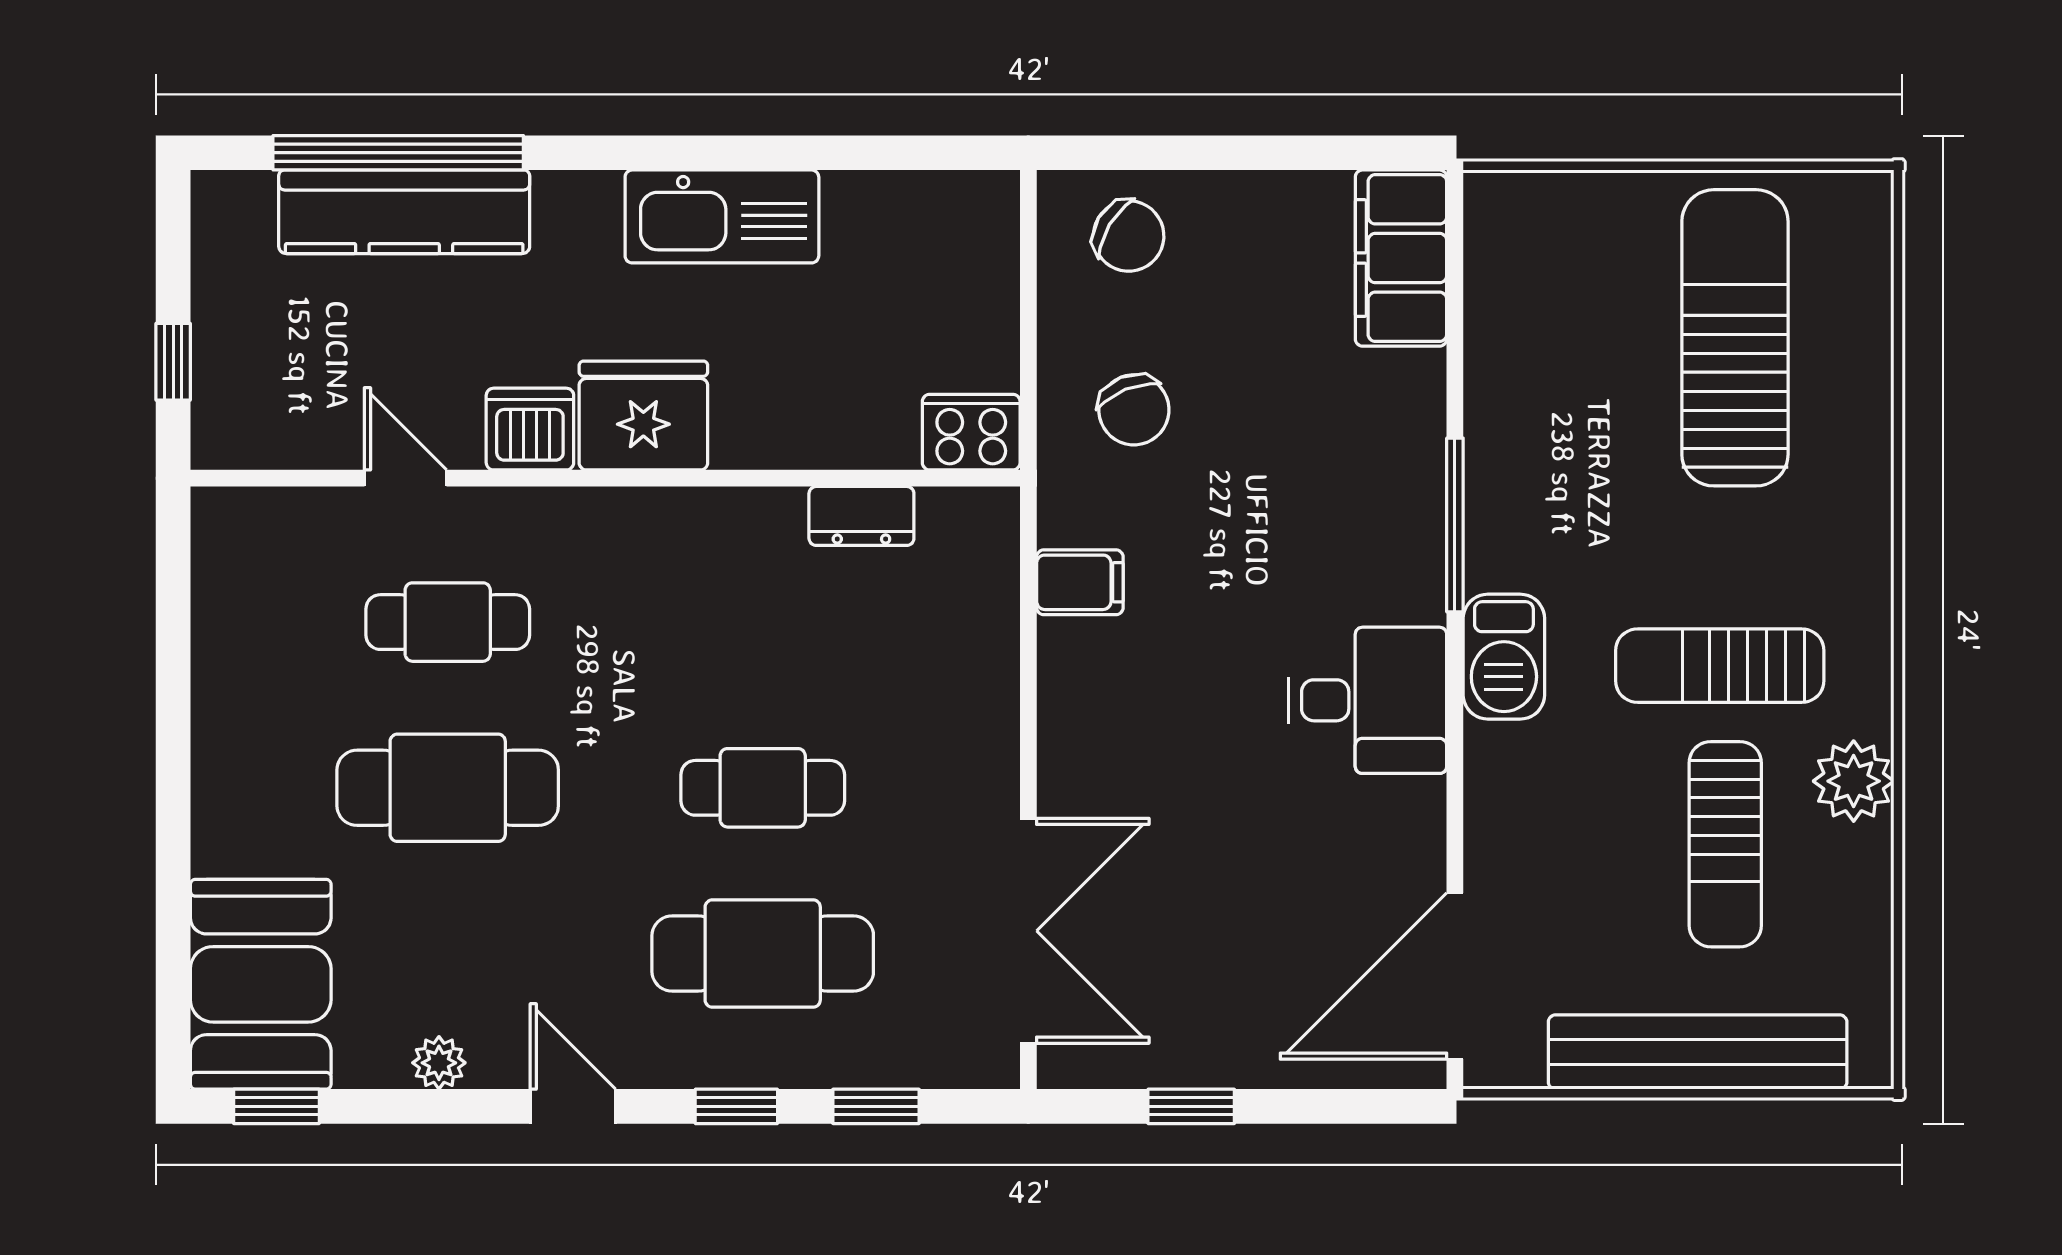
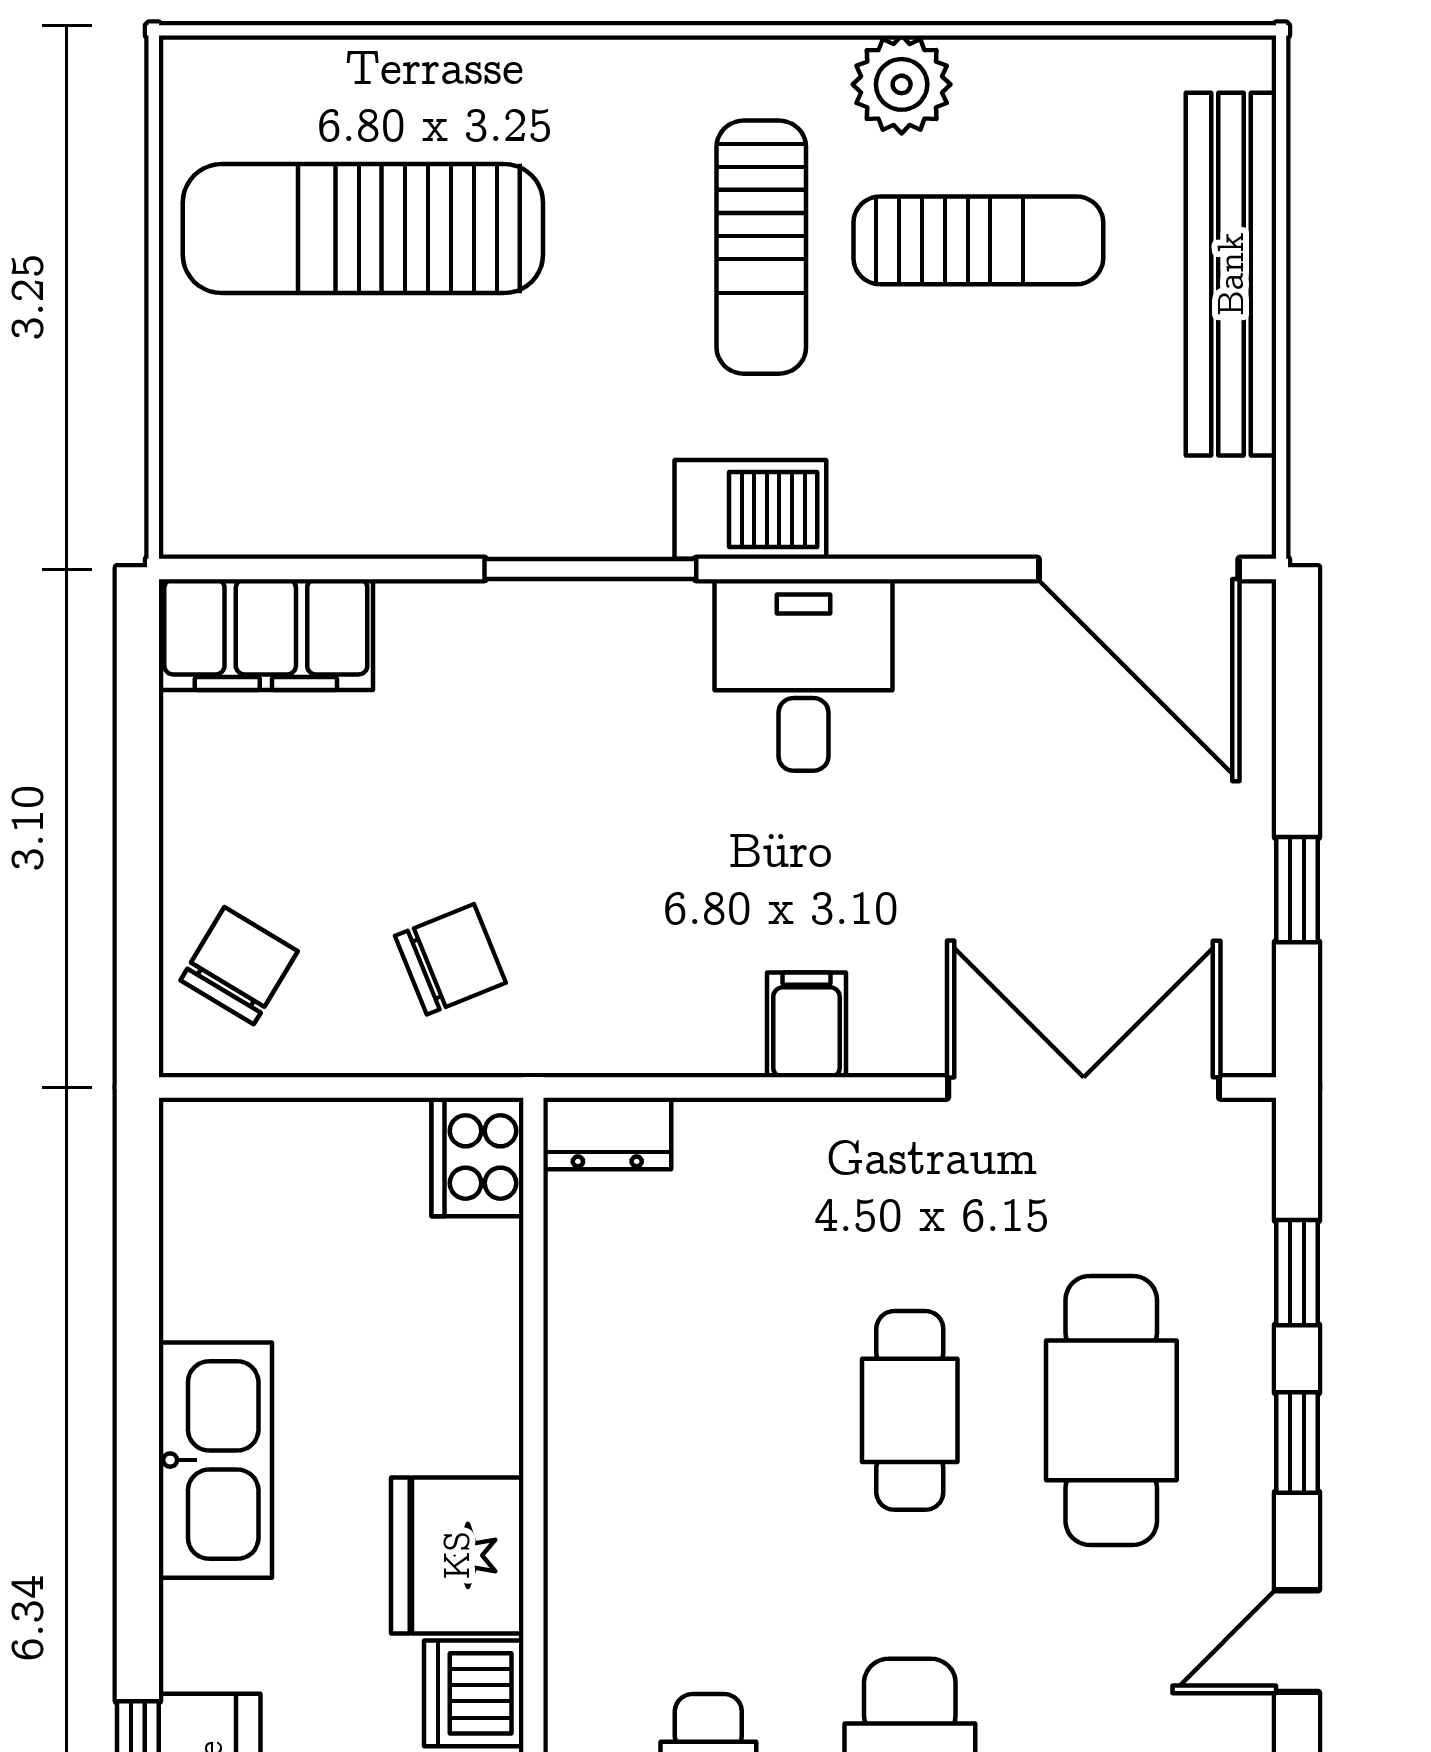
dresser: (861, 516) -> (607, 1133), moved, turned 90
filing cabinet: (1080, 582) -> (806, 1025), moved

